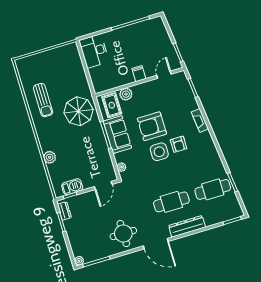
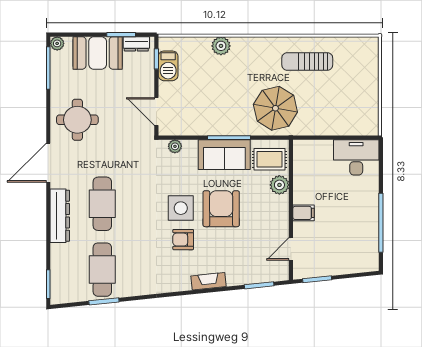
door: (164, 75) -> (291, 249), swing flipped
booth: (77, 233) -> (98, 53), added

